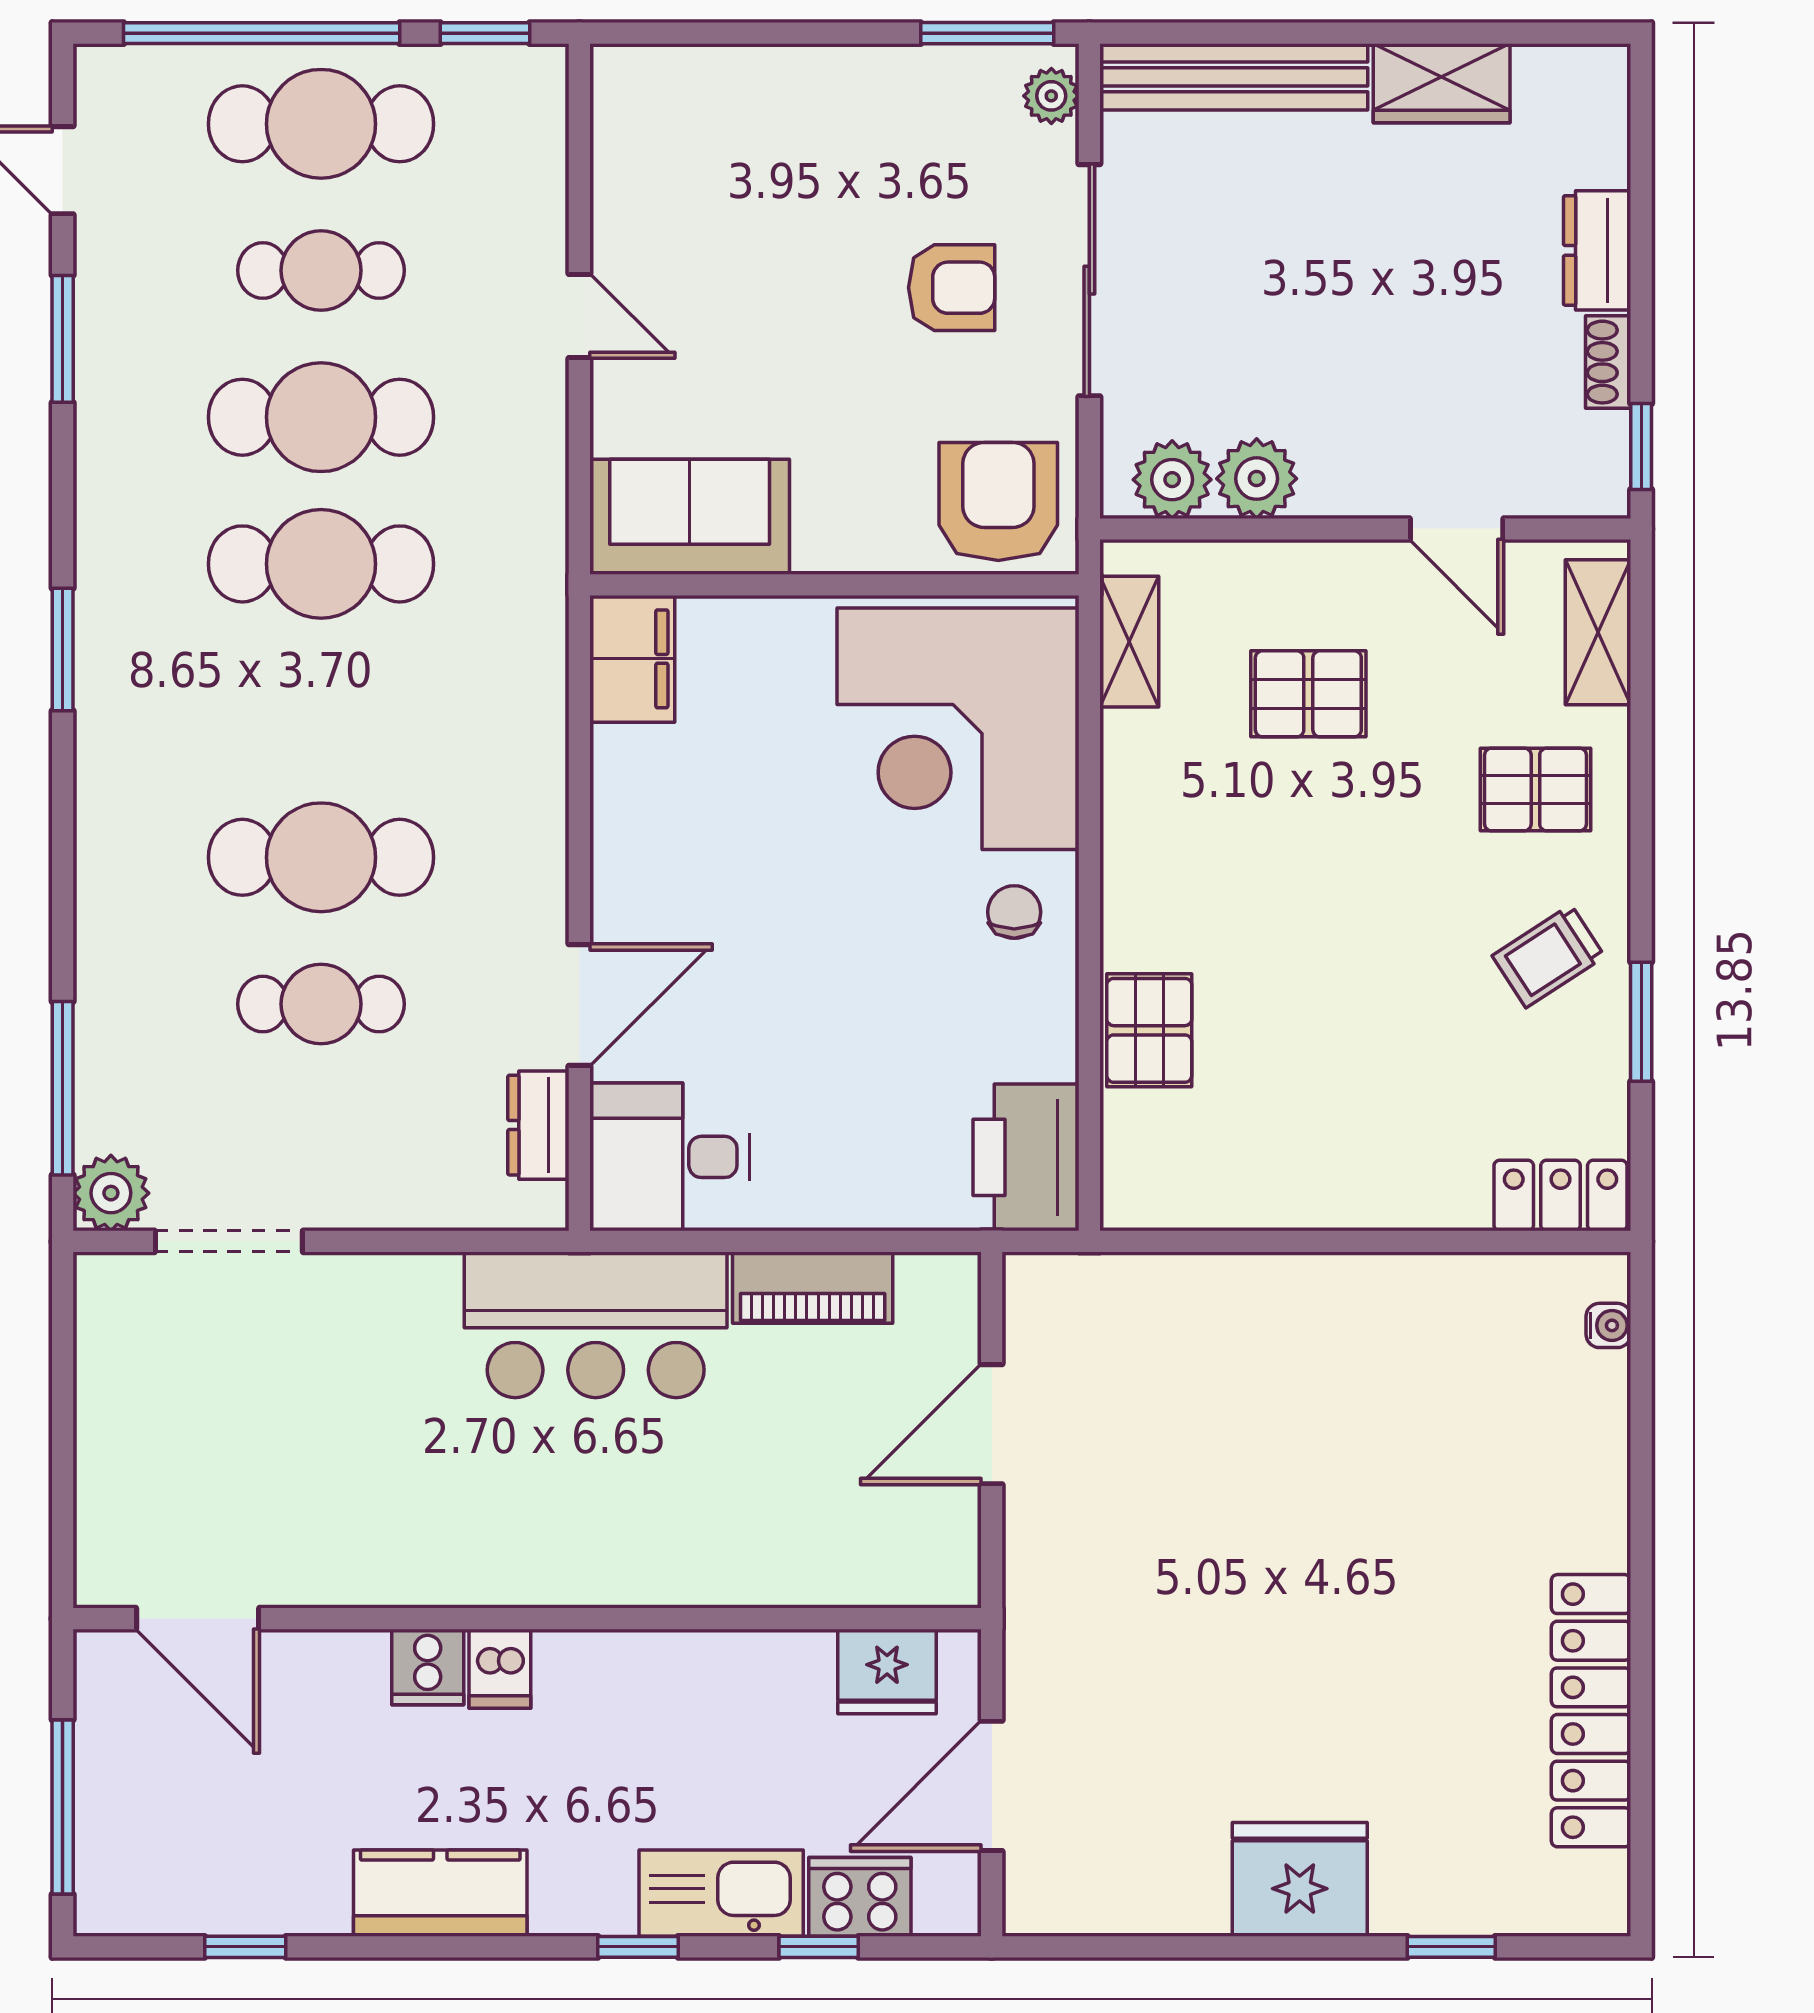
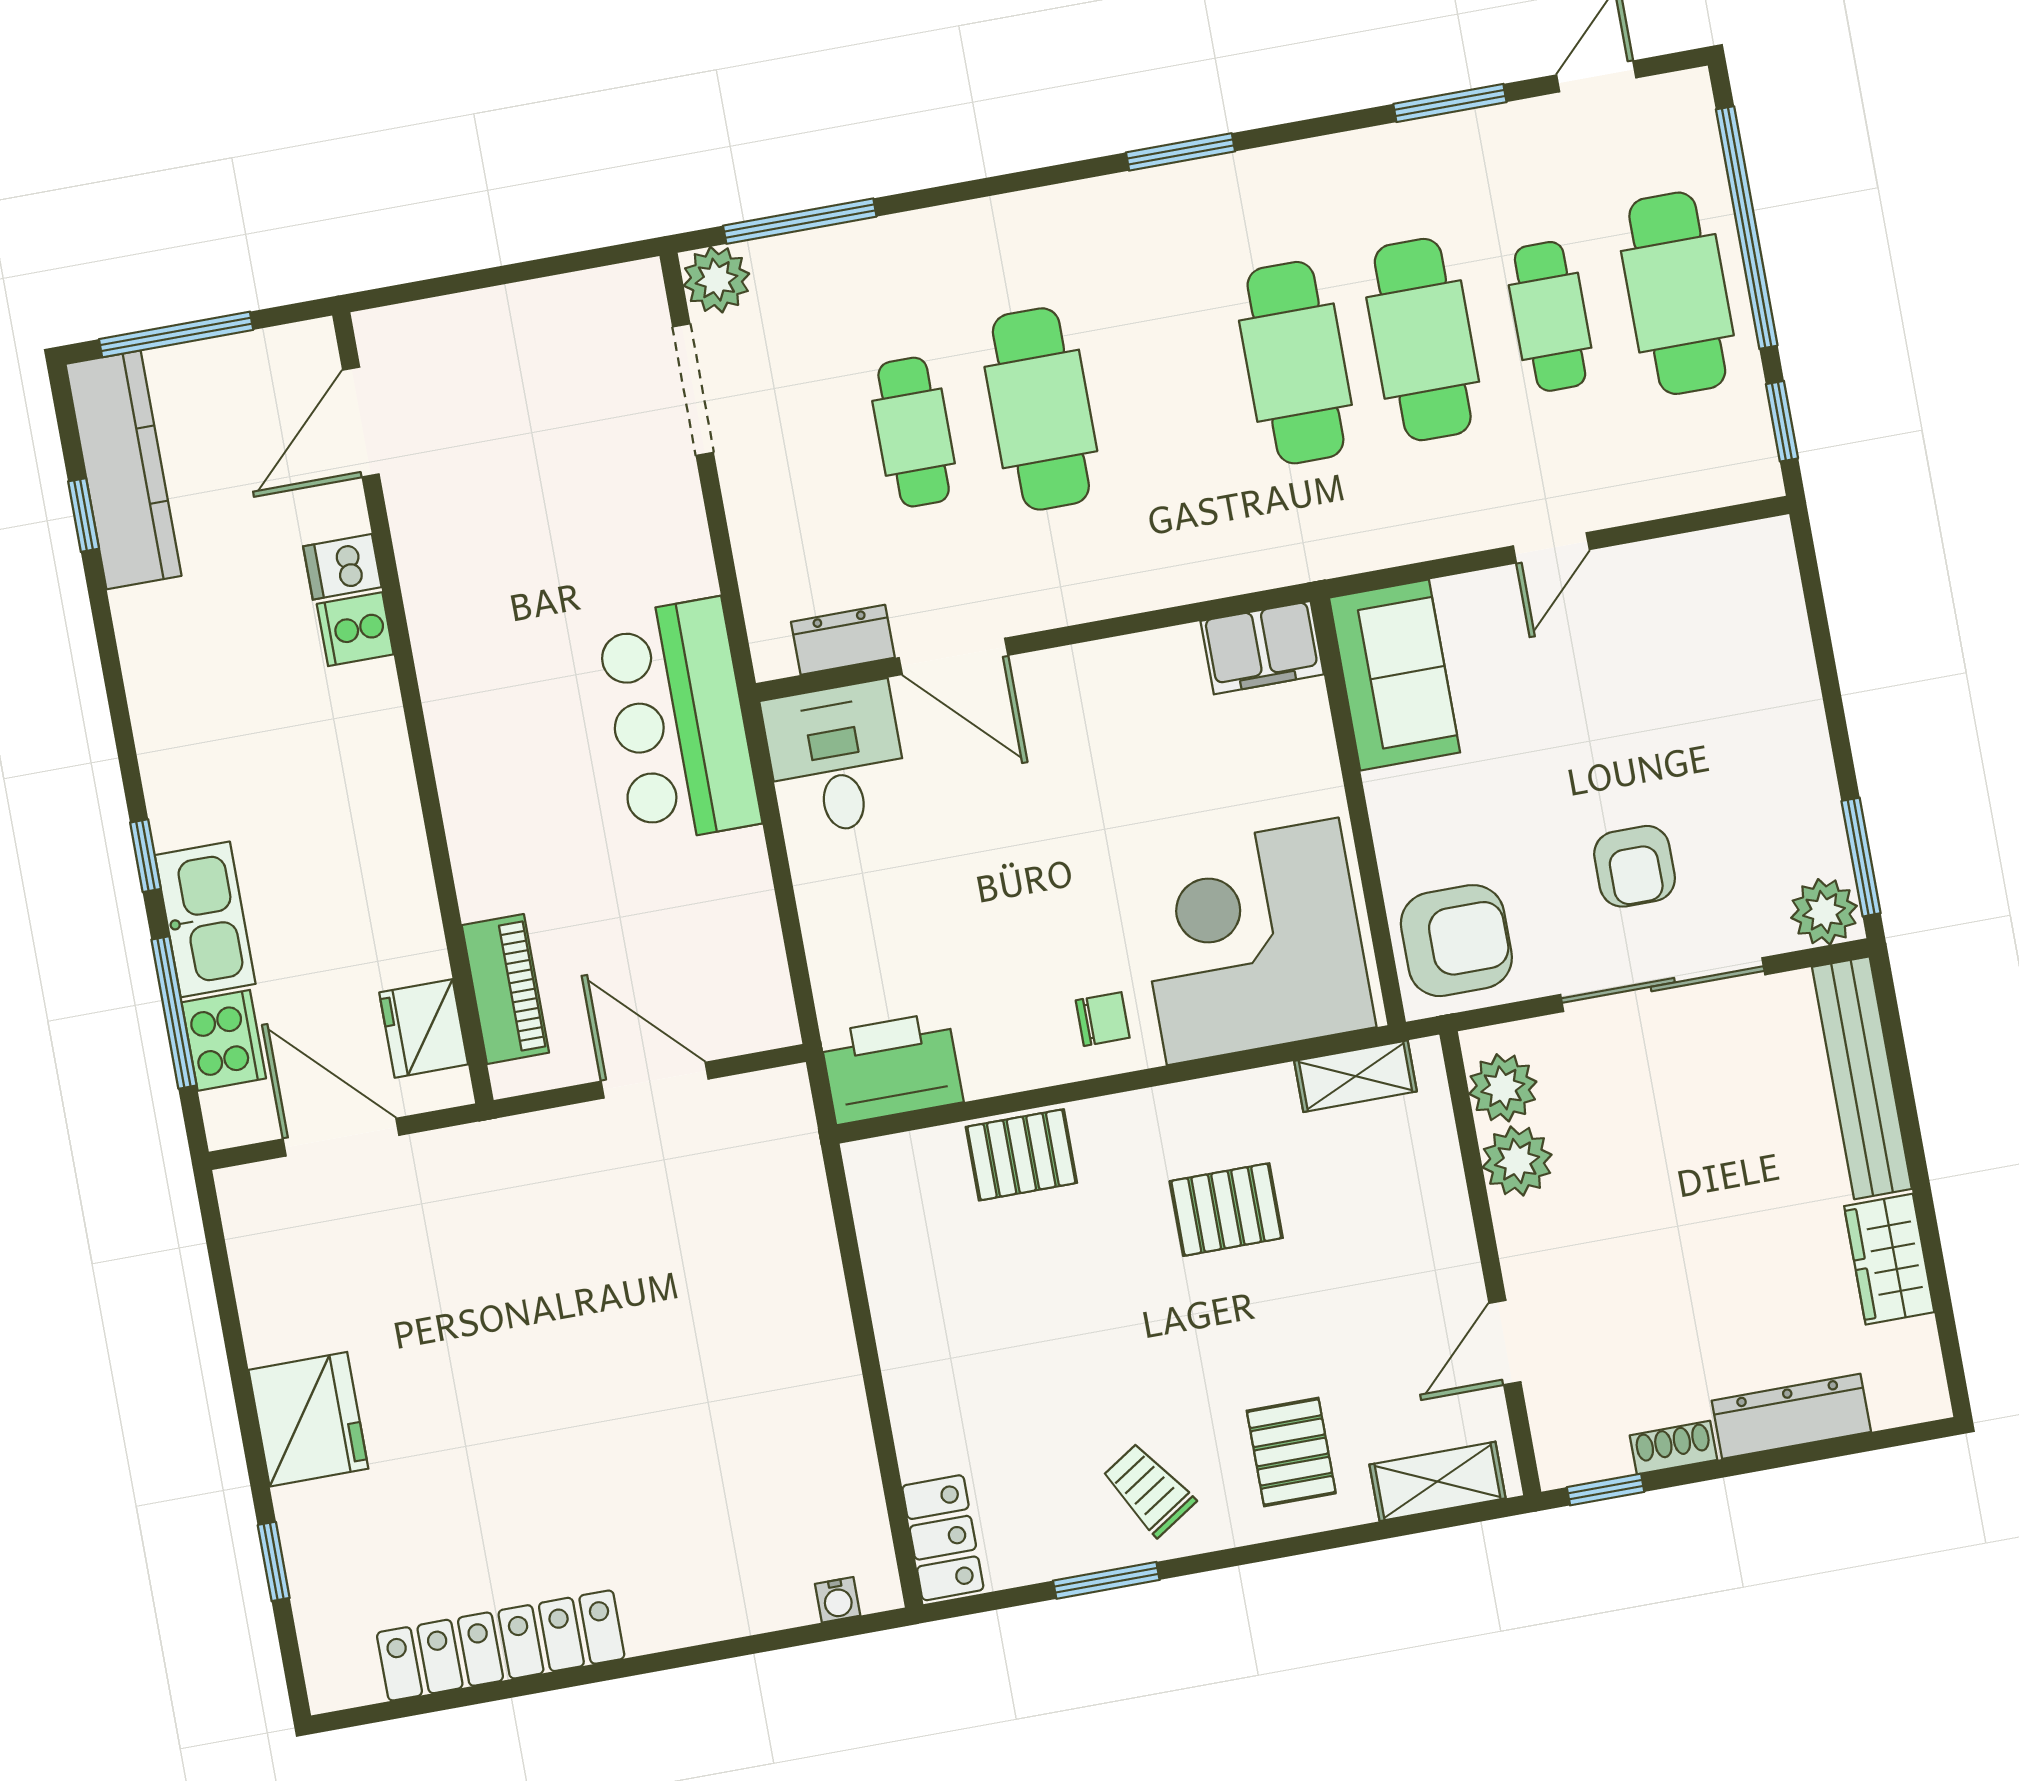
plant: (1051, 96) -> (1824, 912), width x1.38, depth x1.38
dresser: (1597, 250) -> (1791, 1416), width x1.44
pallet: (1308, 694) -> (1226, 1210), moved, turned 90
piano: (813, 1288) -> (505, 989), moved, turned 180
dishwasher: (500, 1669) -> (342, 567), moved
kitchen counter: (440, 1893) -> (124, 470), moved, width x1.50
window: (819, 1947) -> (174, 1012), width x2.17

